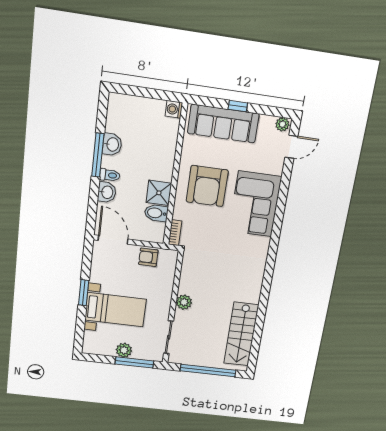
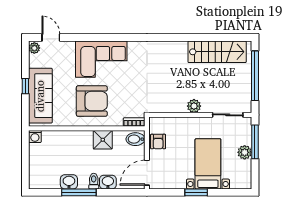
bidet: (156, 213) -> (135, 139), moved, turned 90

